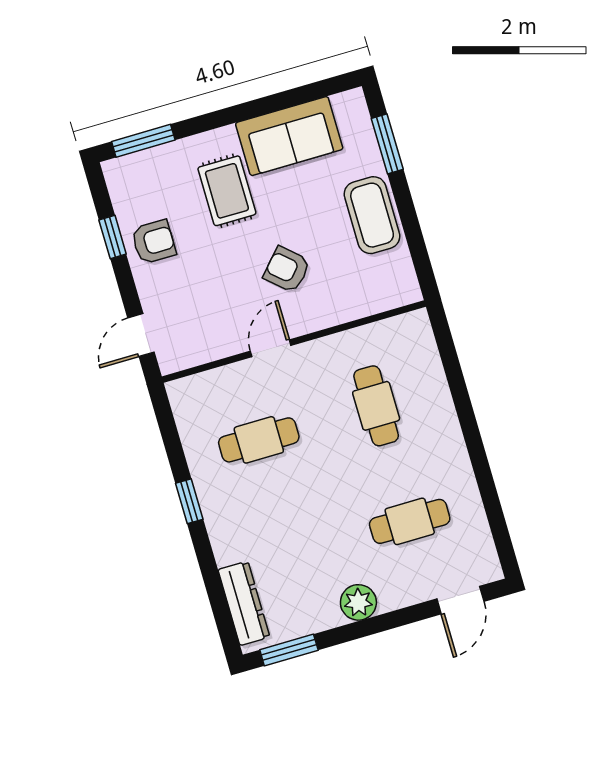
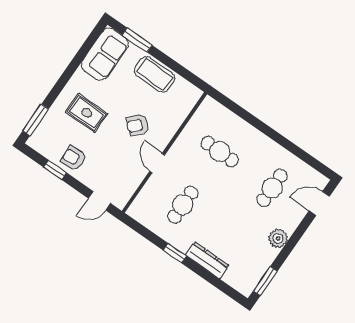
sofa: (289, 136) -> (105, 54), moved
armchair: (154, 242) -> (74, 158), turned -93
door: (141, 335) -> (99, 201), hinge flipped
door: (460, 600) -> (319, 203), swing flipped
dresser: (244, 603) -> (207, 260), moved

